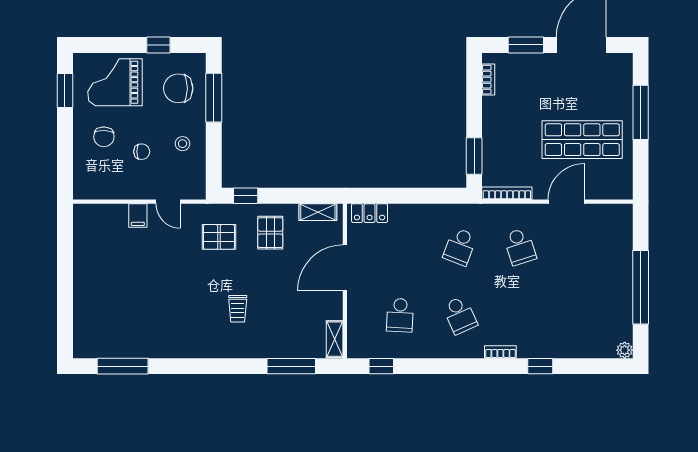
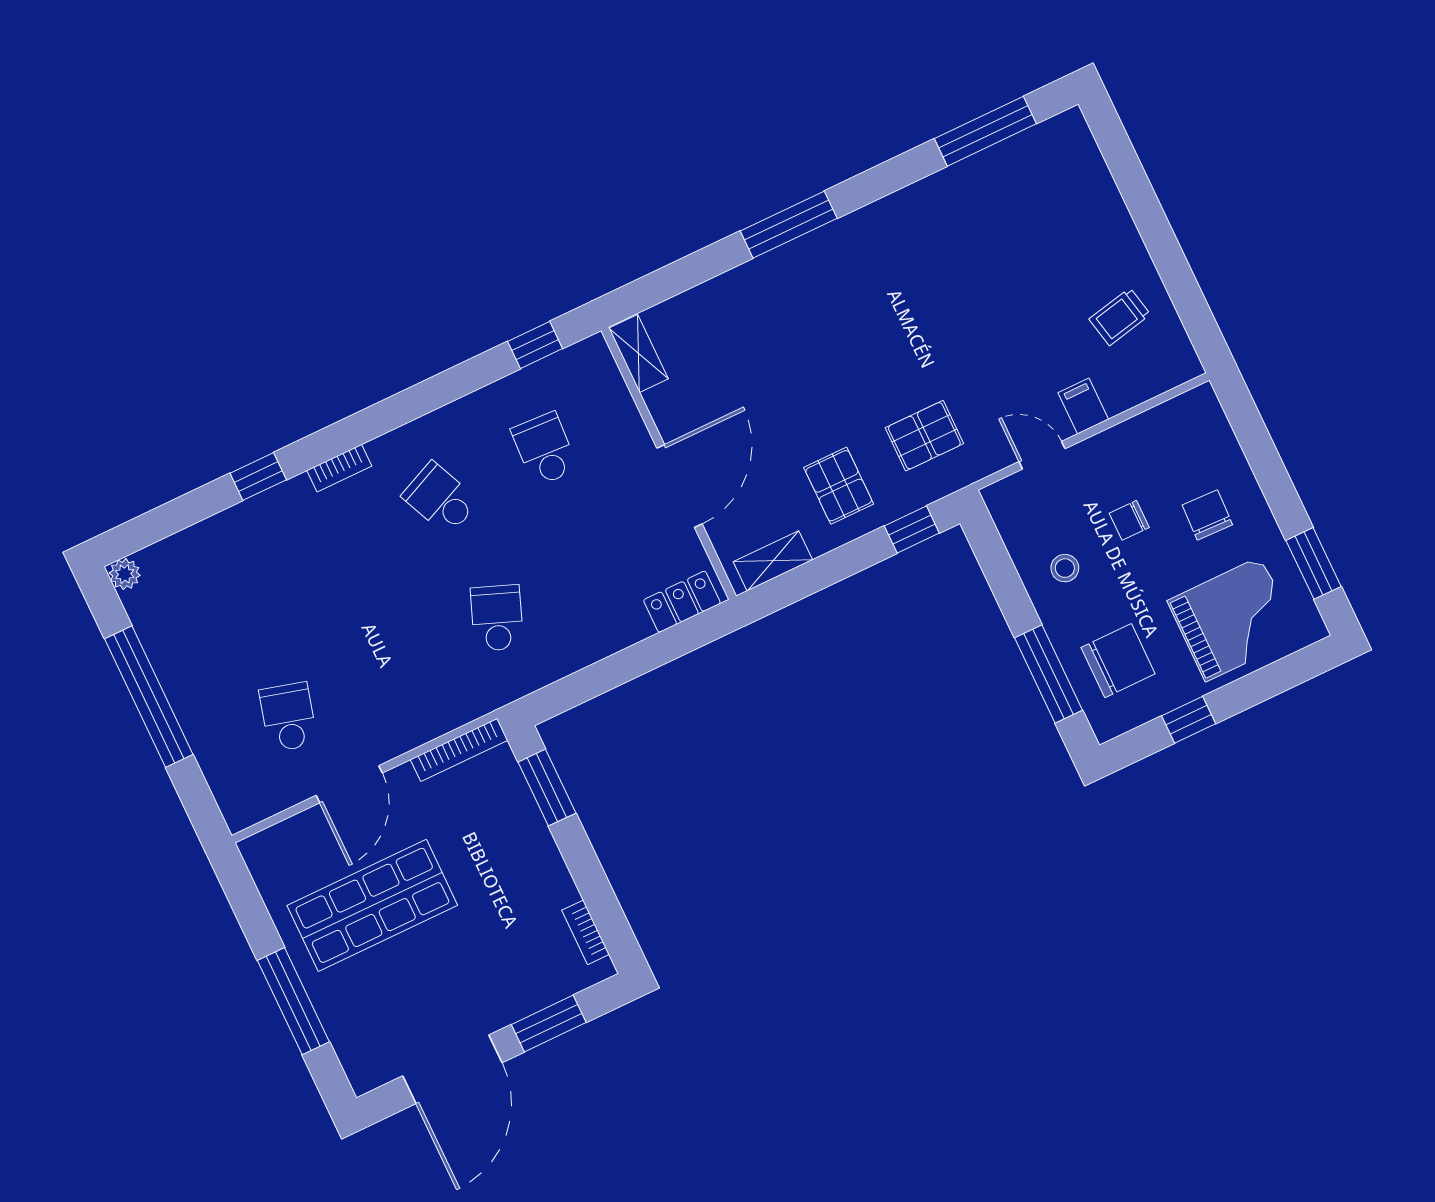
school desk: (520, 247) -> (288, 717), moved, turned 33
trolley: (238, 309) -> (1120, 317), moved, turned -102
window: (291, 366) -> (789, 225), moved

